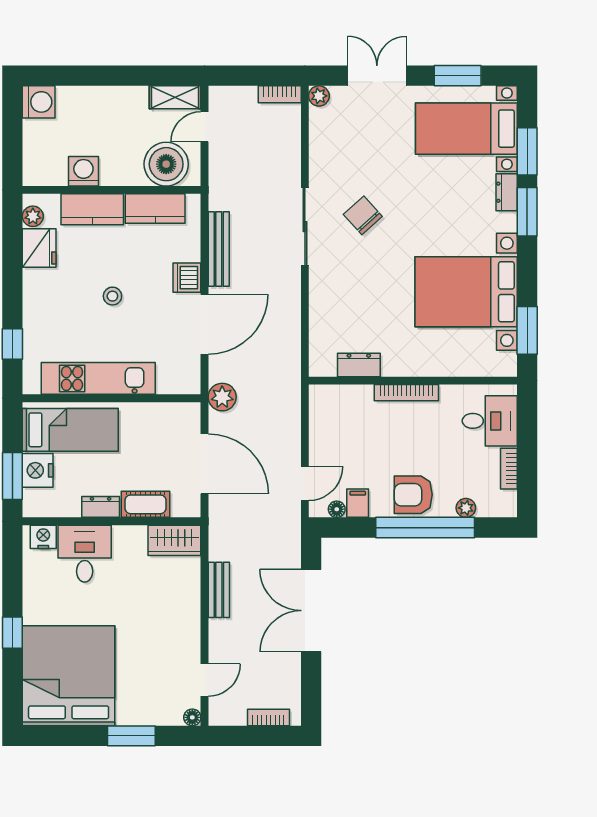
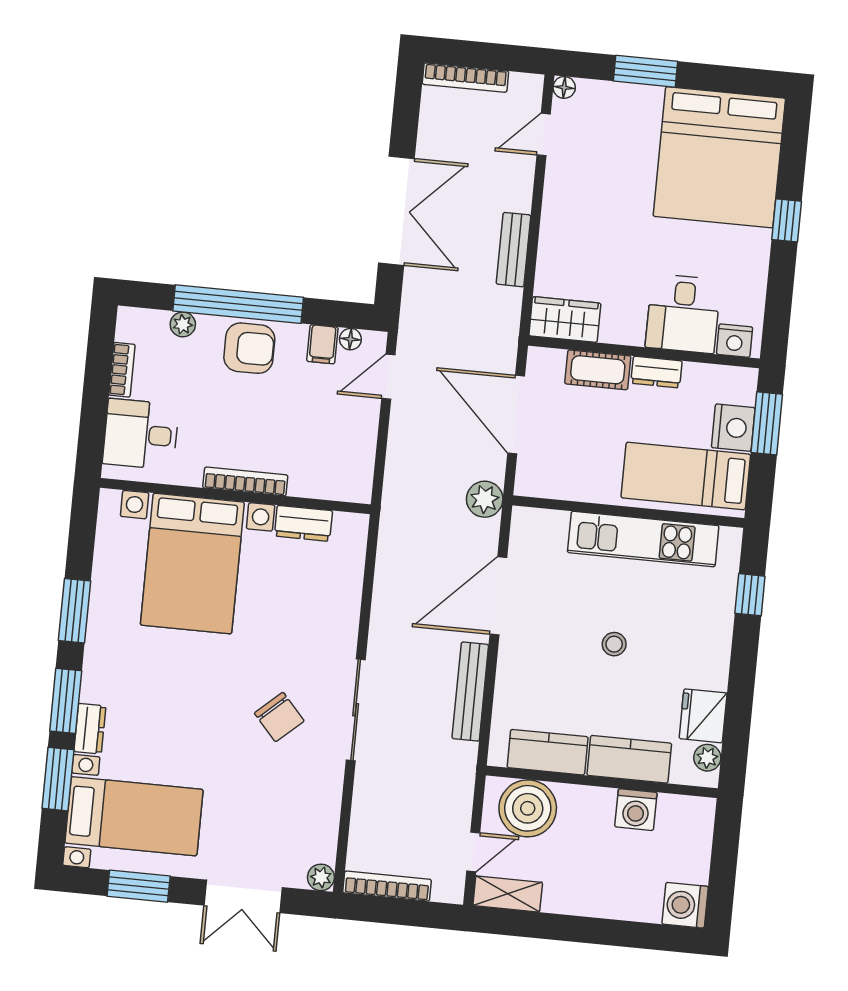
bookcase: (280, 94) -> (387, 886), width x1.56
dishwasher: (187, 278) -> (515, 659), removed
bed with nightstands: (466, 292) -> (192, 564), moved, turned 90
window: (527, 330) -> (75, 611), moved
bookcase: (268, 718) -> (465, 78), width x1.56

